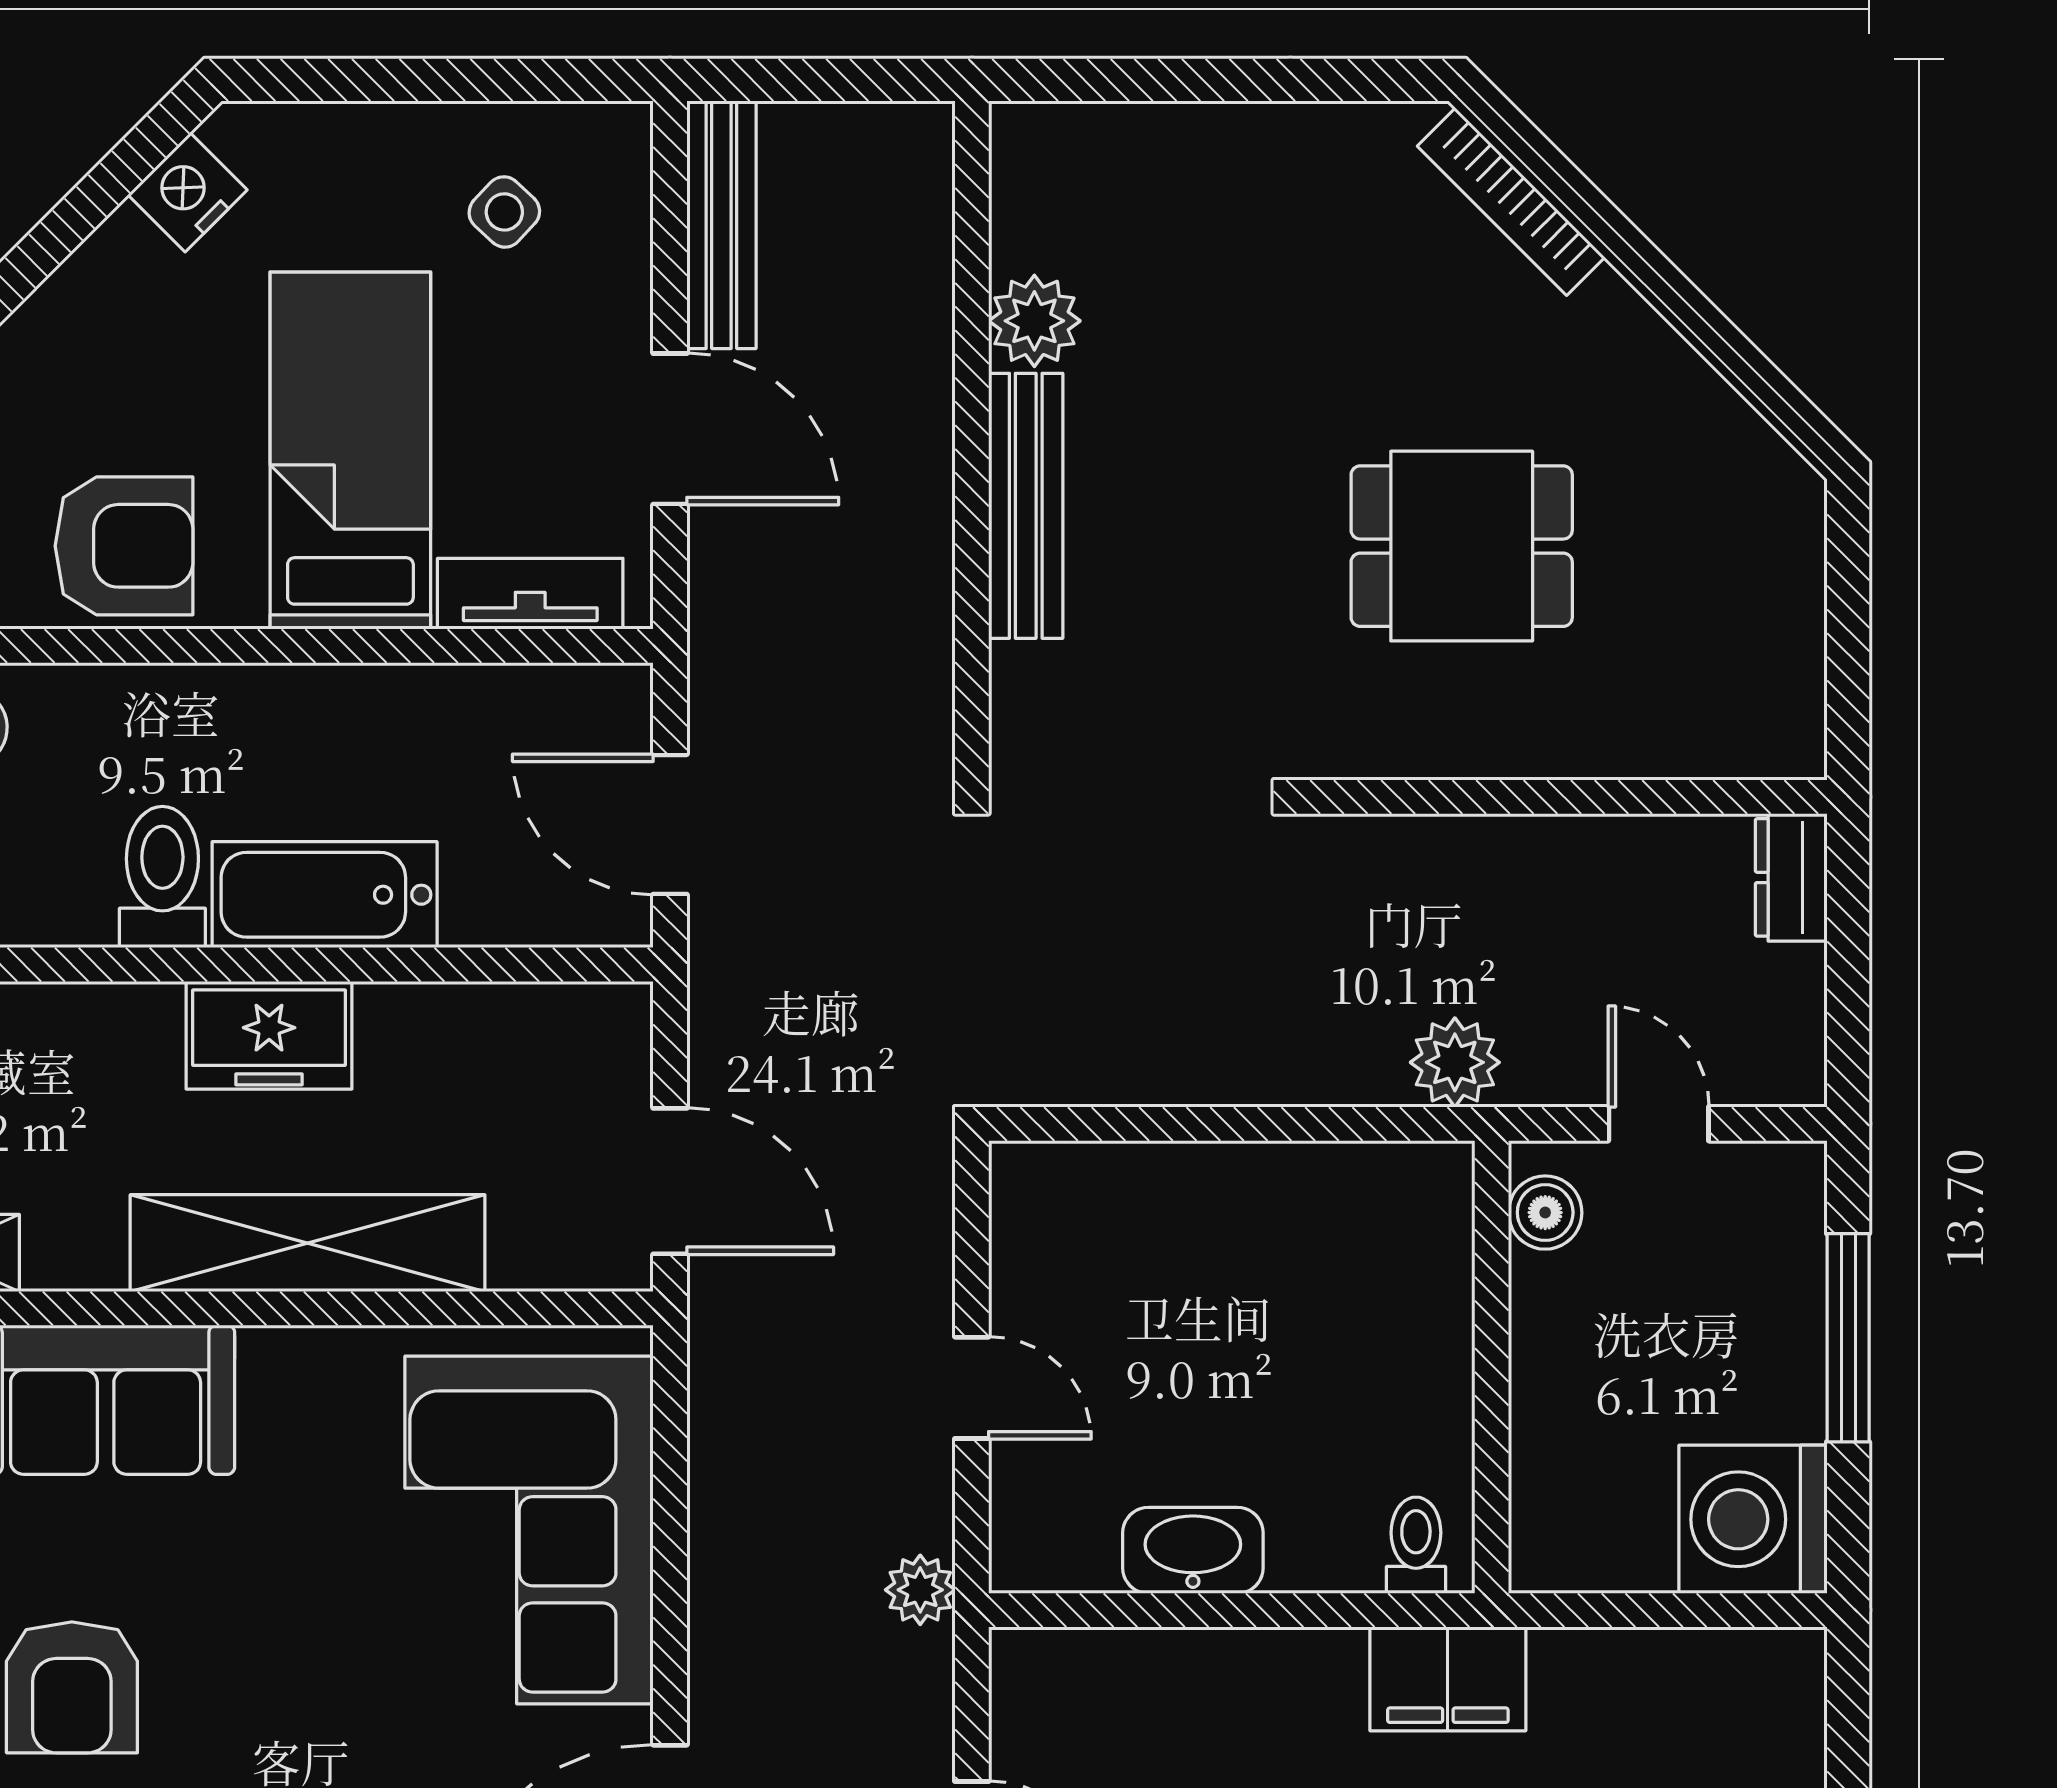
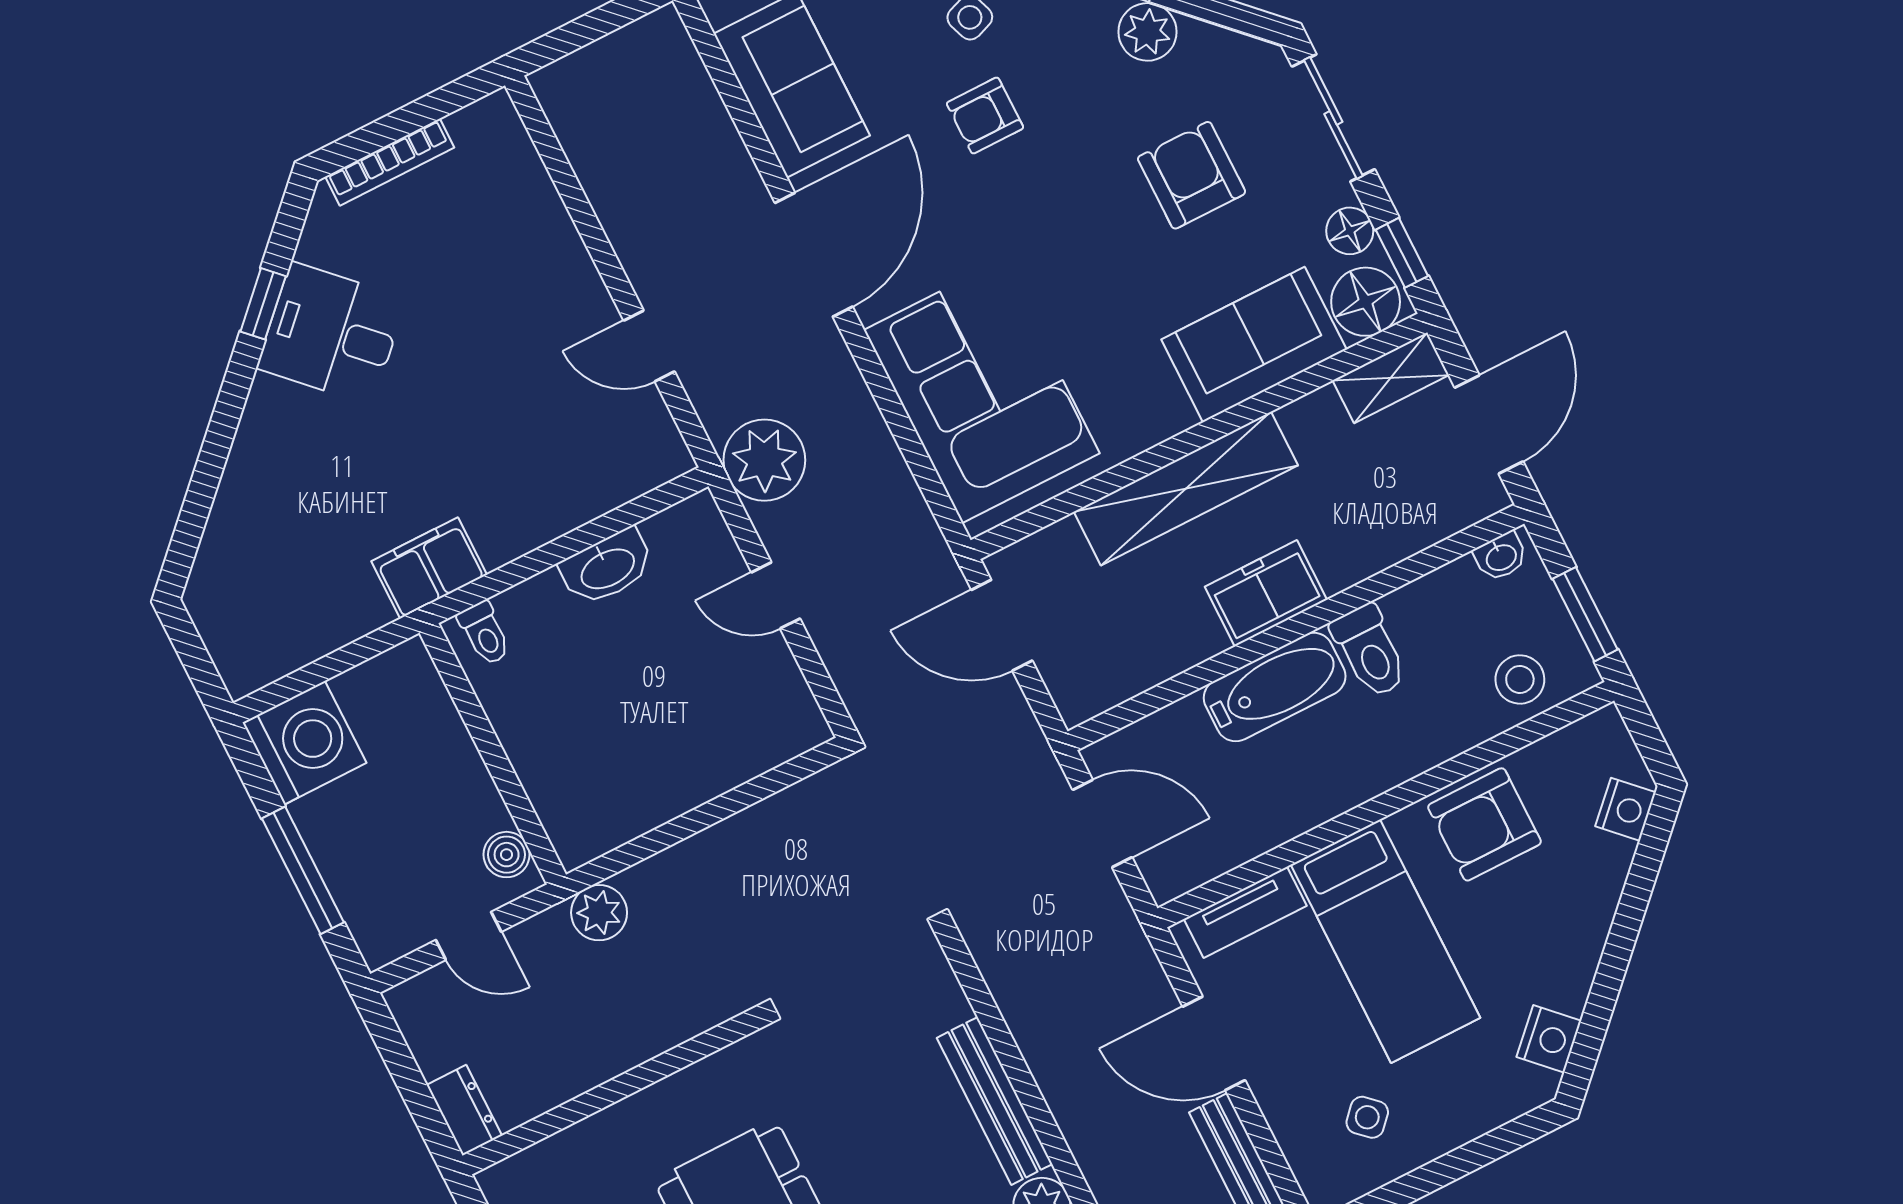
plant: (920, 1590) -> (764, 460), width x1.88, depth x1.88

